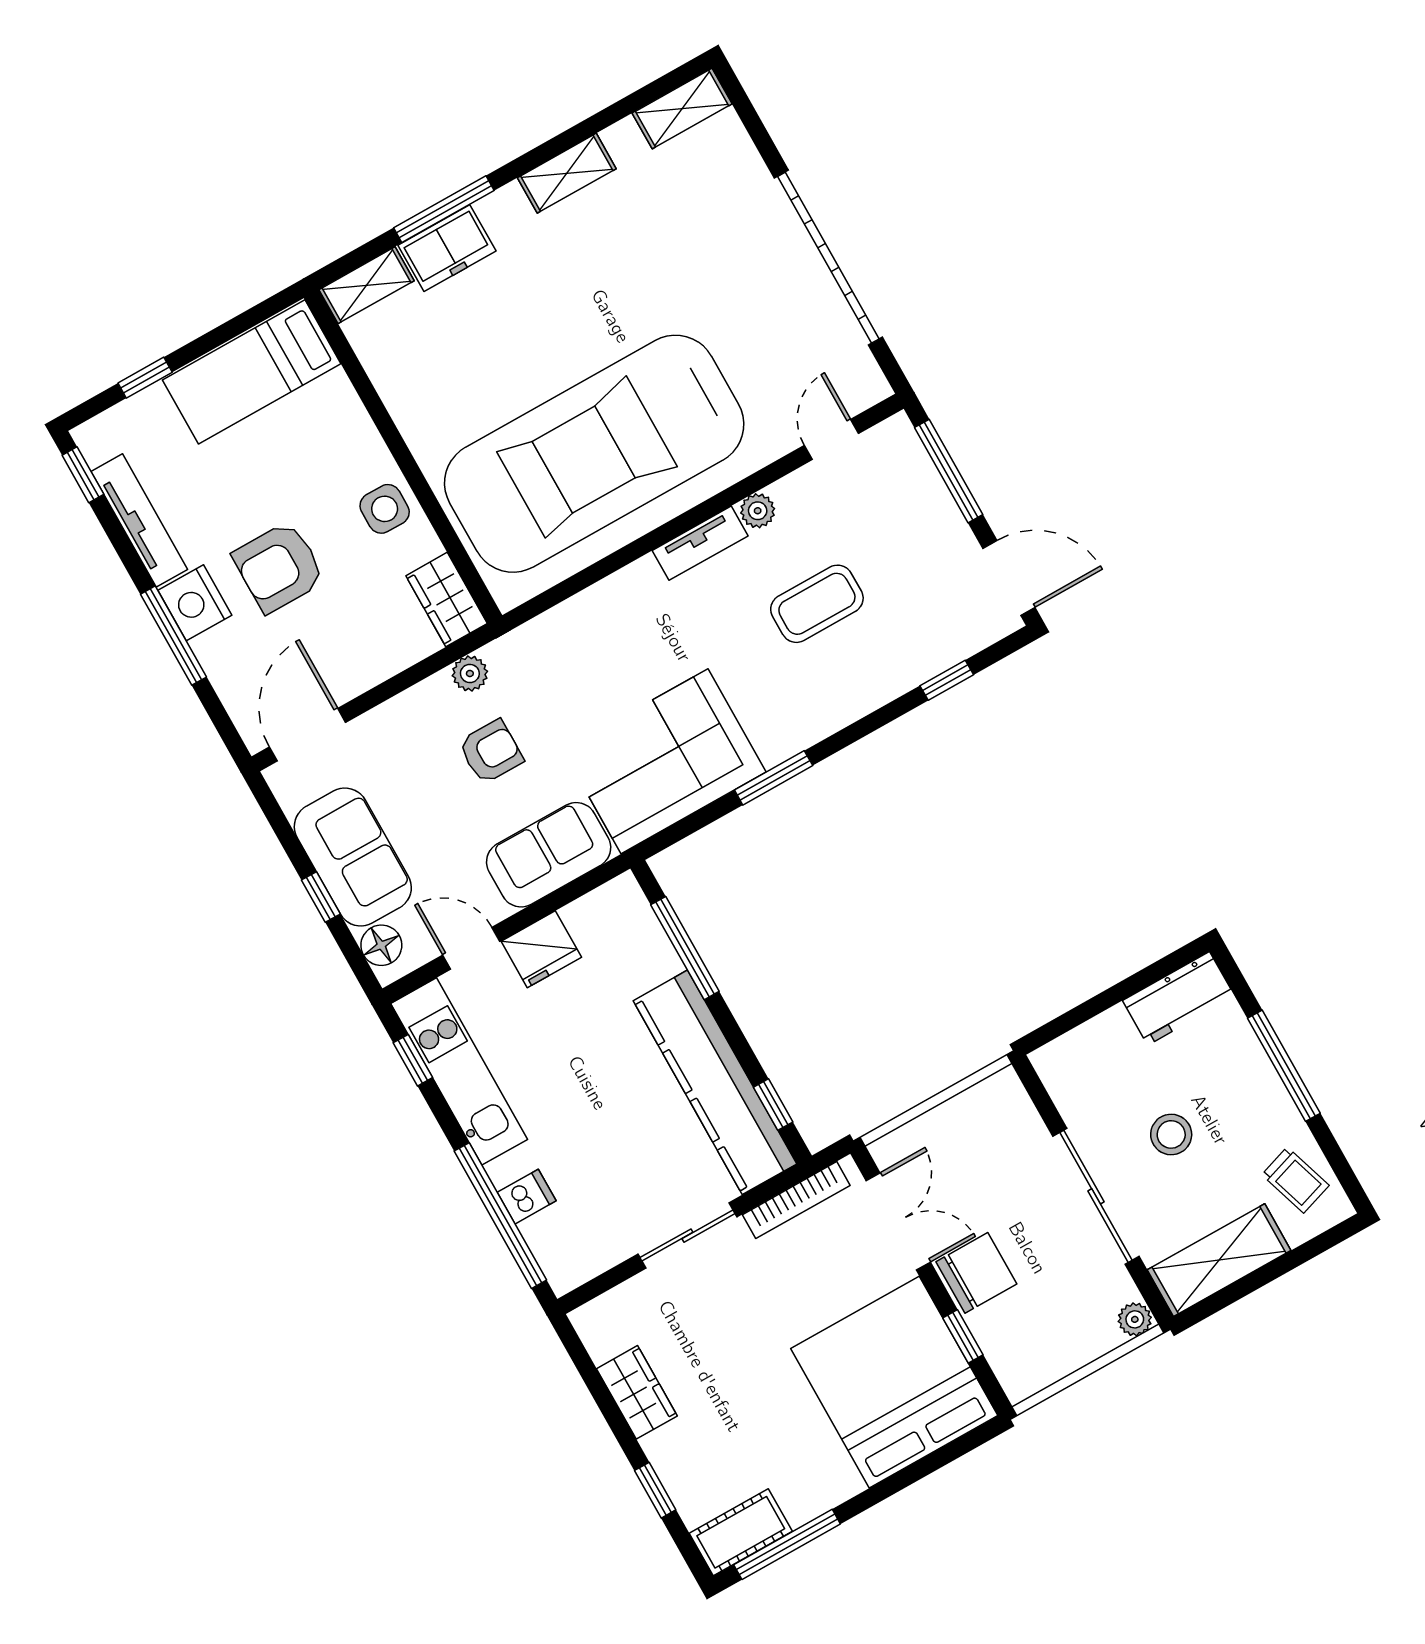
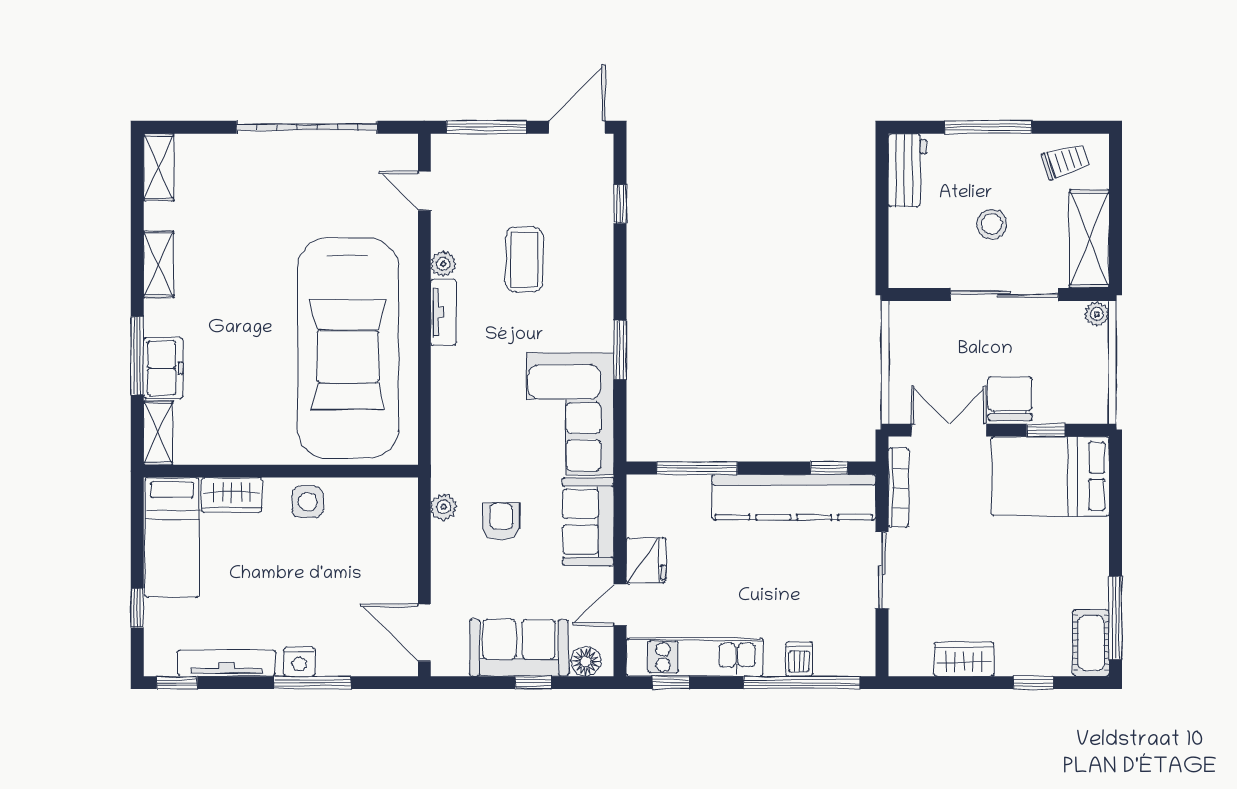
armchair: (279, 567) -> (307, 591), removed
wardrobe: (447, 600) -> (232, 495), moved
nightstand: (195, 603) -> (299, 662), width x0.74, depth x0.75
bed: (894, 1382) -> (1050, 476), width x0.73

